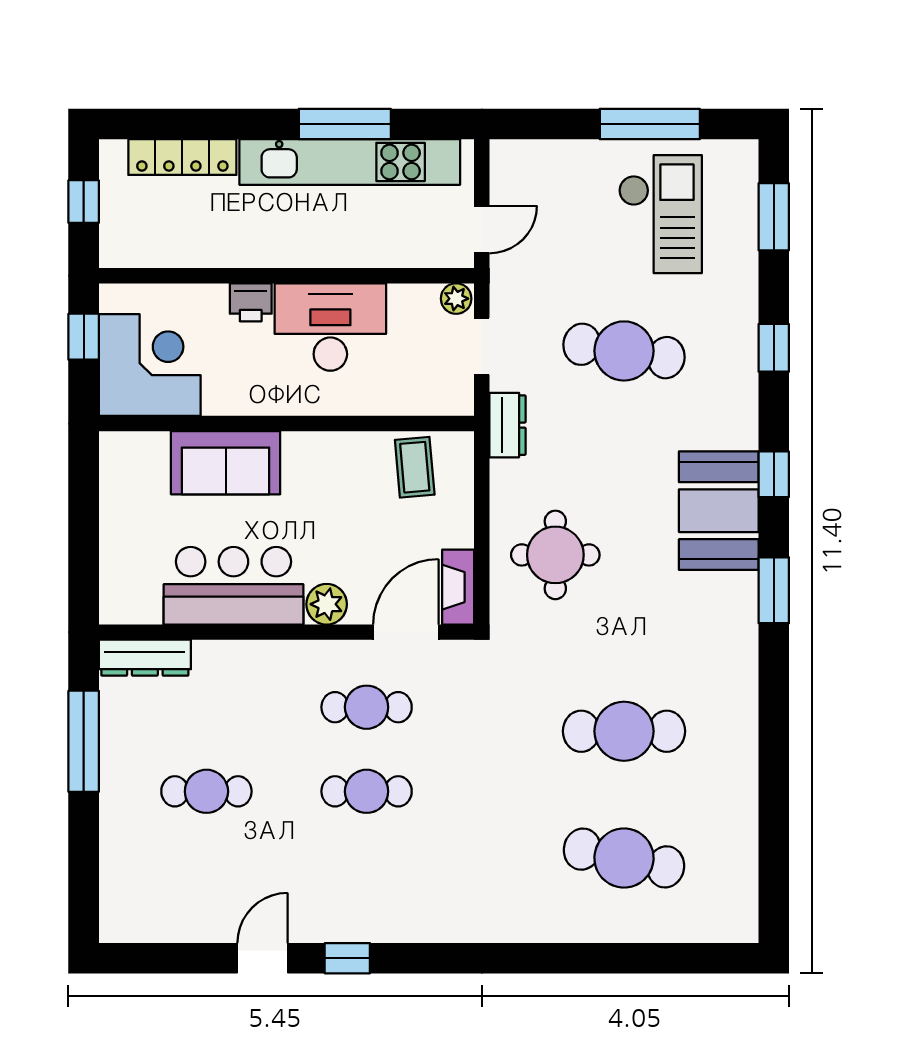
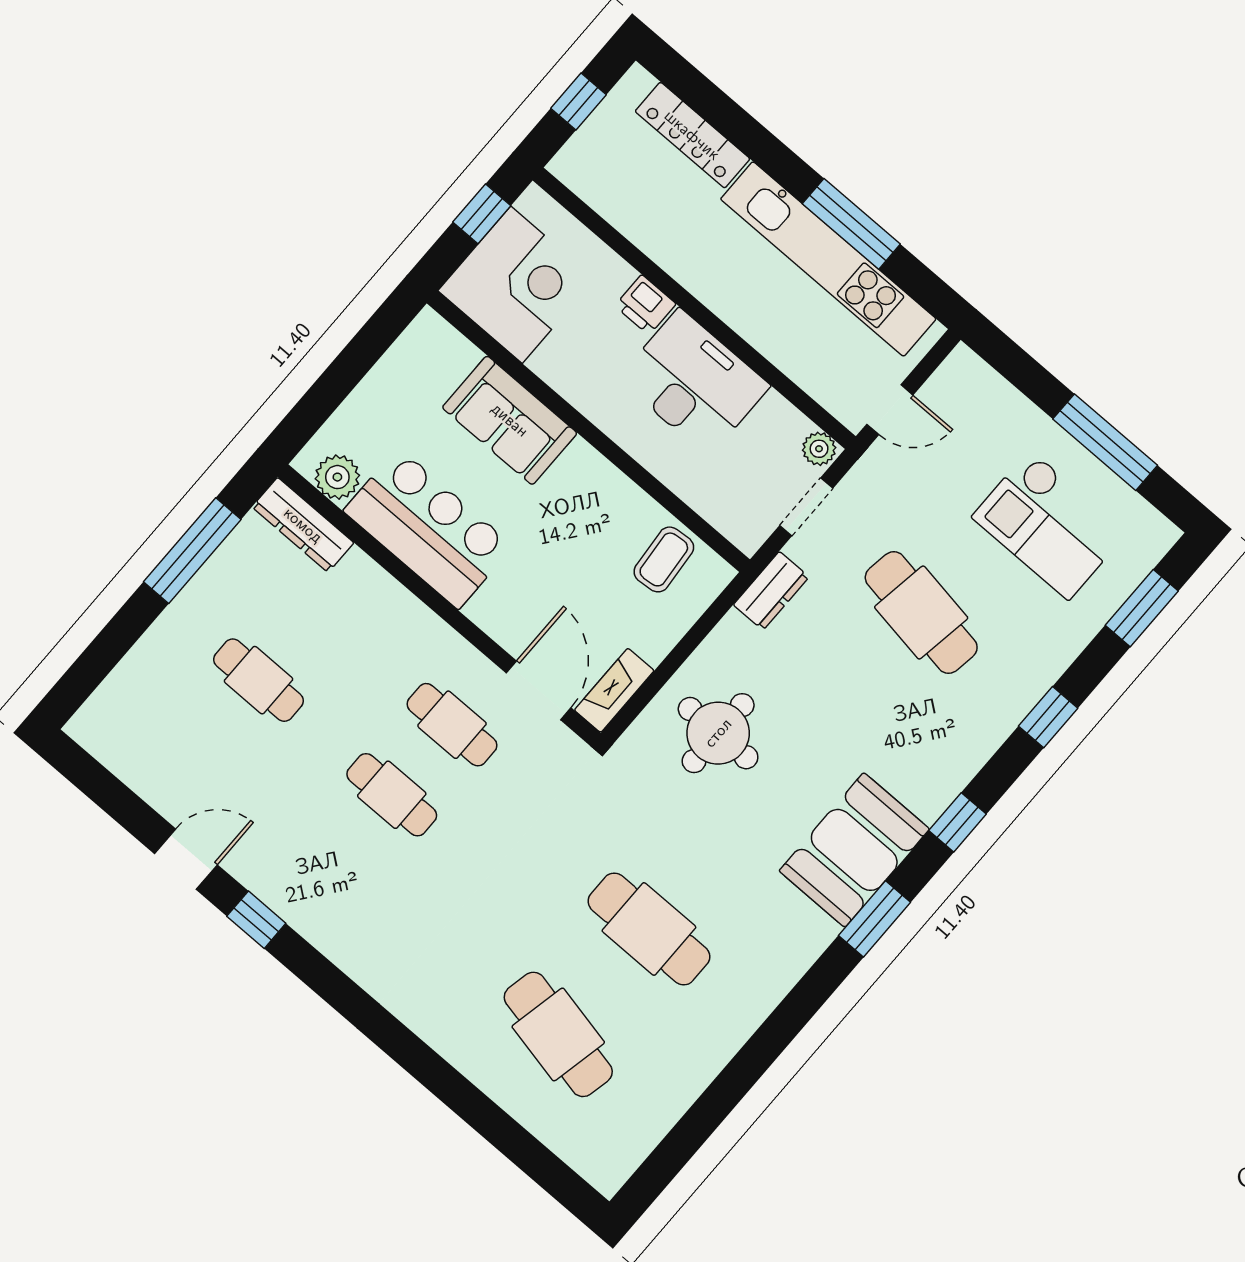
checkout: (660, 214) -> (1049, 525), turned 90
booth: (719, 511) -> (854, 850), moved
plant: (327, 604) -> (337, 477), moved
door: (406, 632) -> (538, 690), hinge flipped

